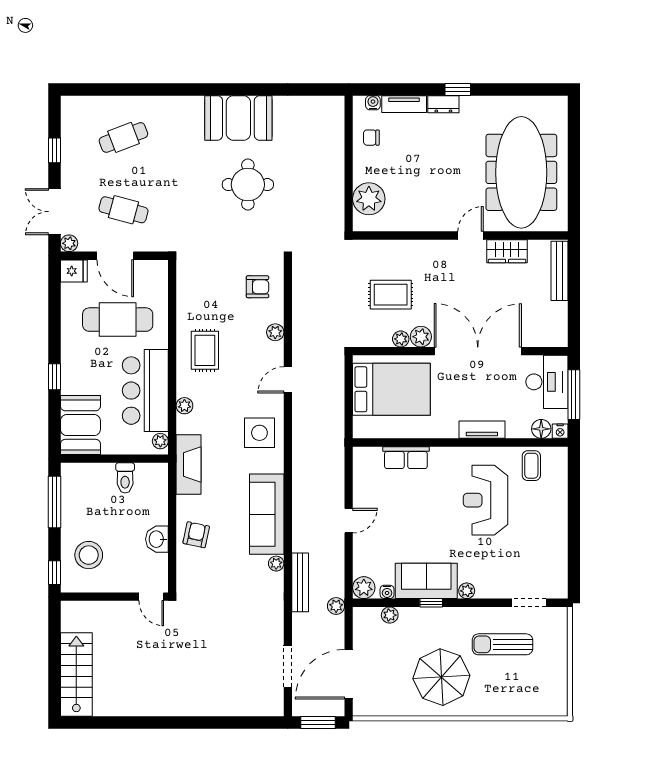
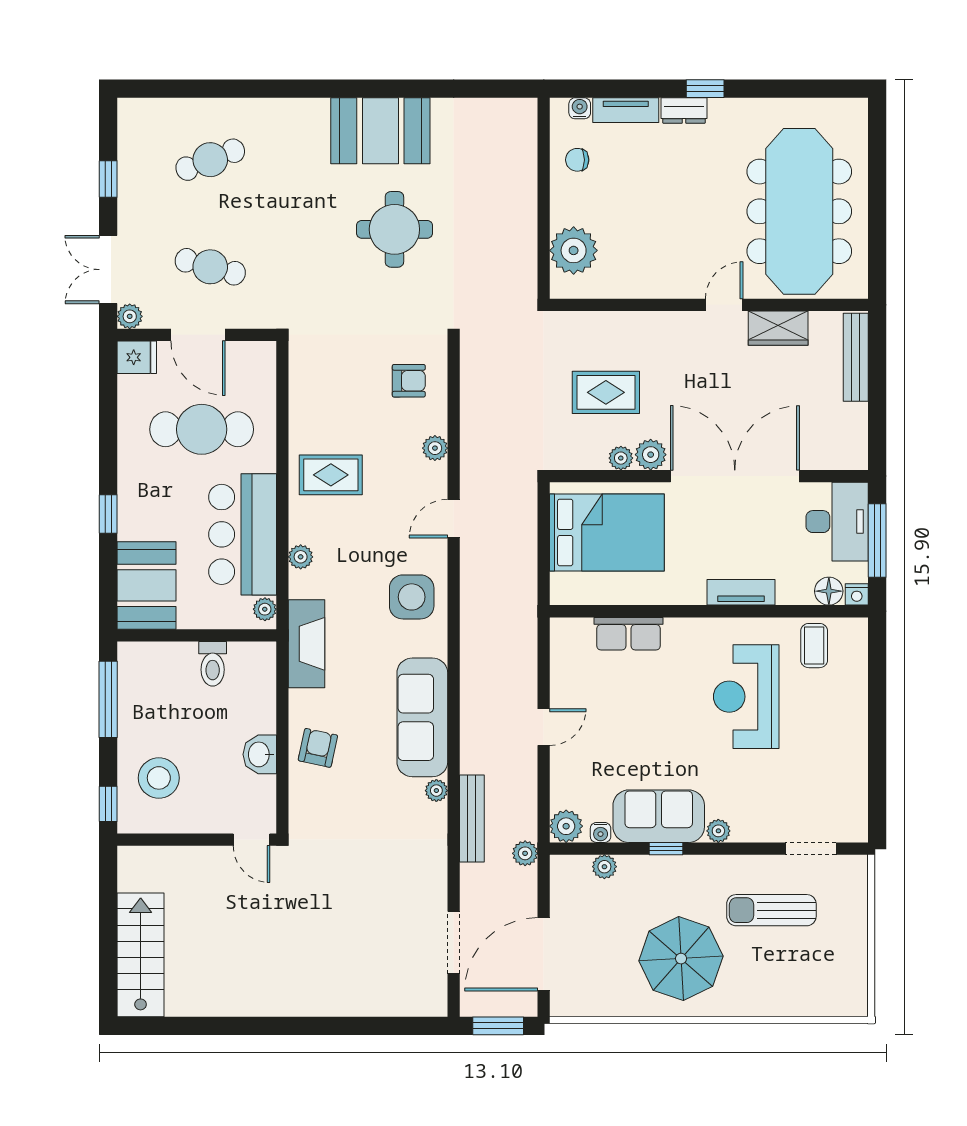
rug: (205, 350) -> (331, 475), turned 90

